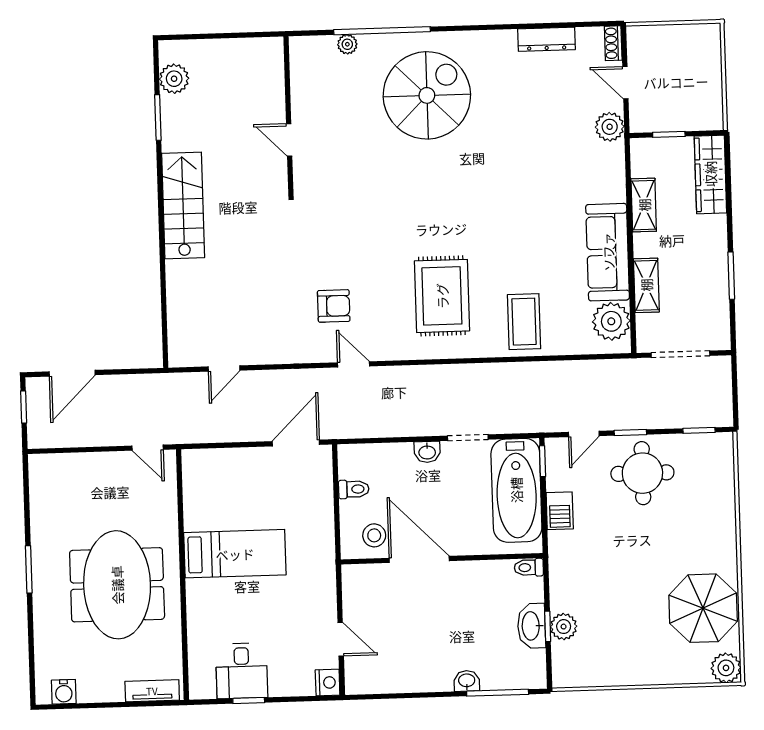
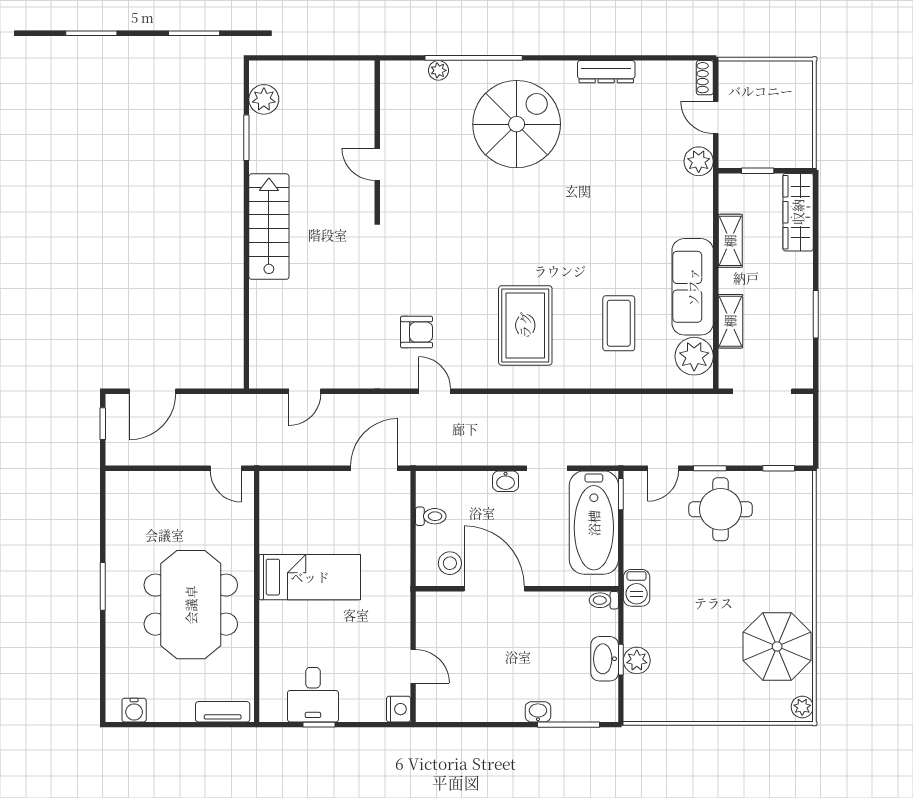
dresser: (546, 39) -> (606, 72), moved
coffee table: (524, 322) -> (619, 323), moved
barbecue: (560, 511) -> (637, 588), moved
plant: (726, 668) -> (802, 707), width x0.73, depth x0.73

